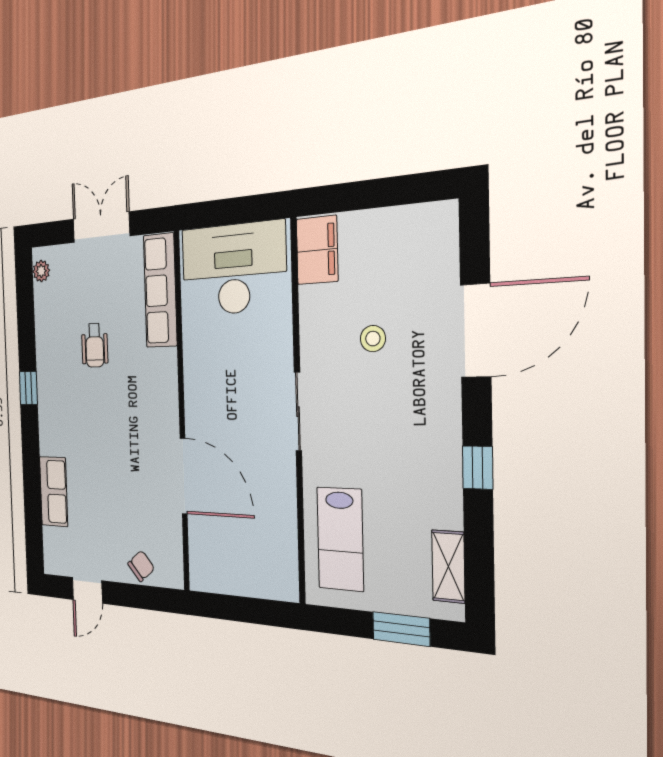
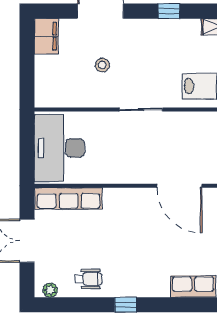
filing cabinet: (317, 250) -> (46, 36), moved, turned 90
wheelchair: (95, 345) -> (88, 279), moved
door: (184, 476) -> (179, 186), swing flipped

